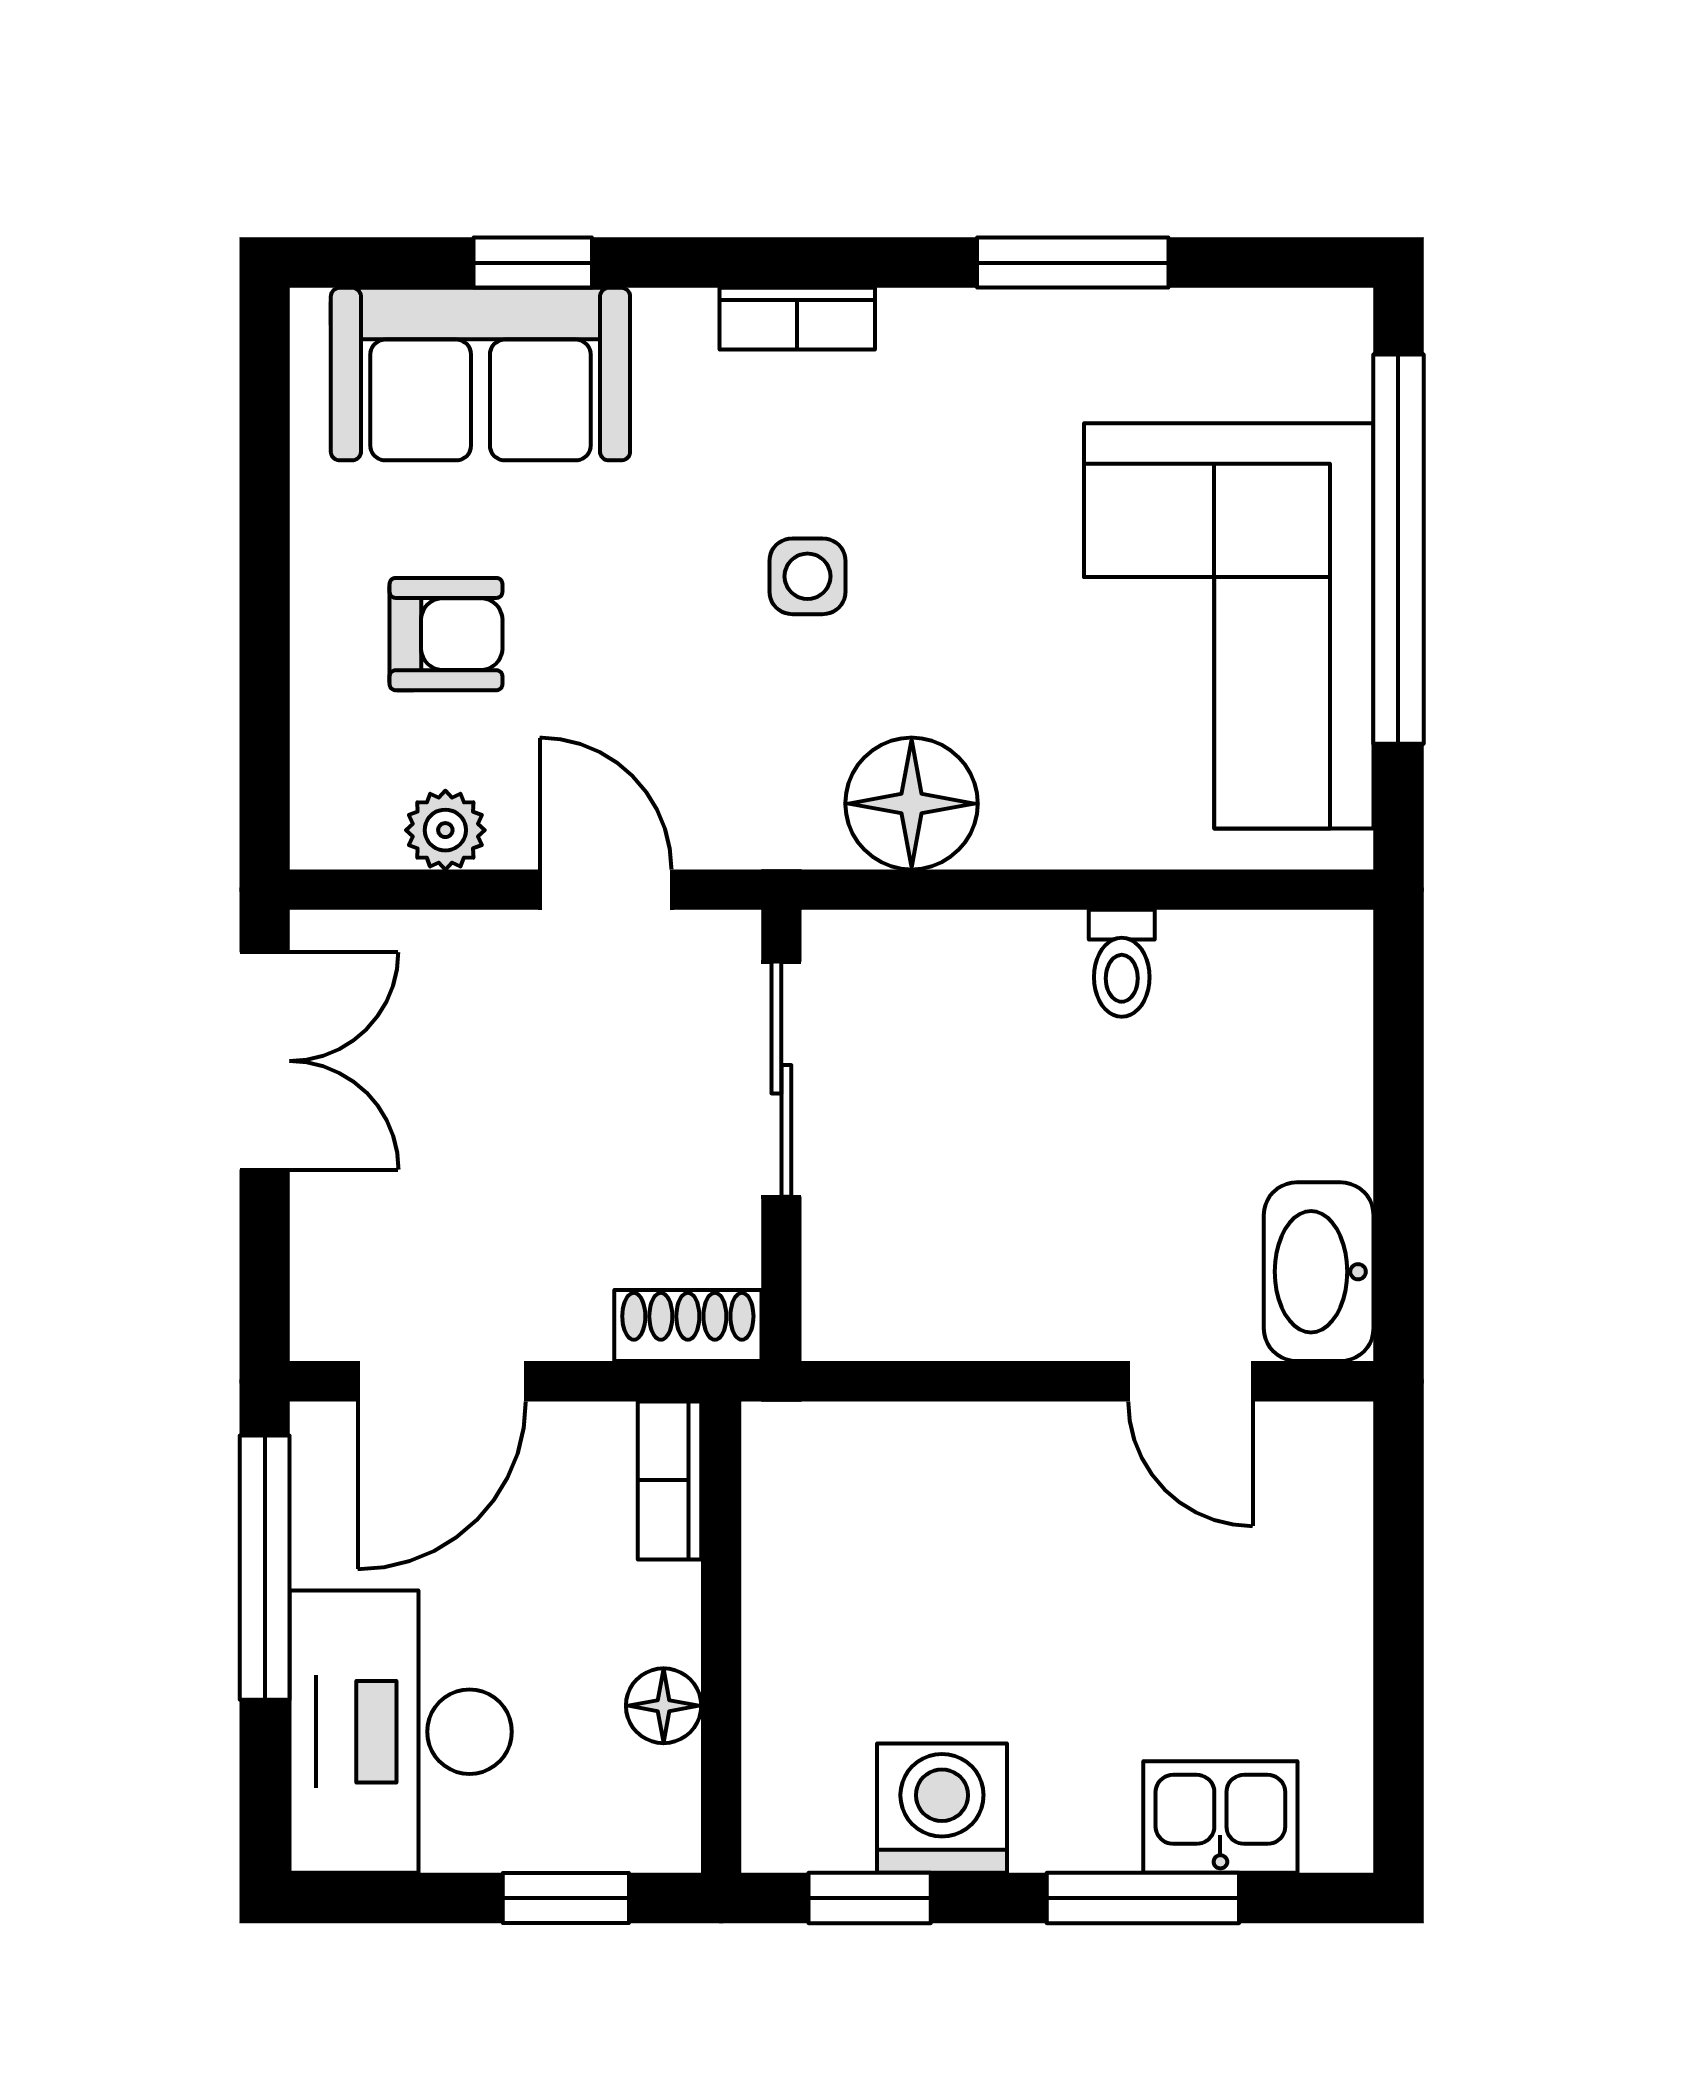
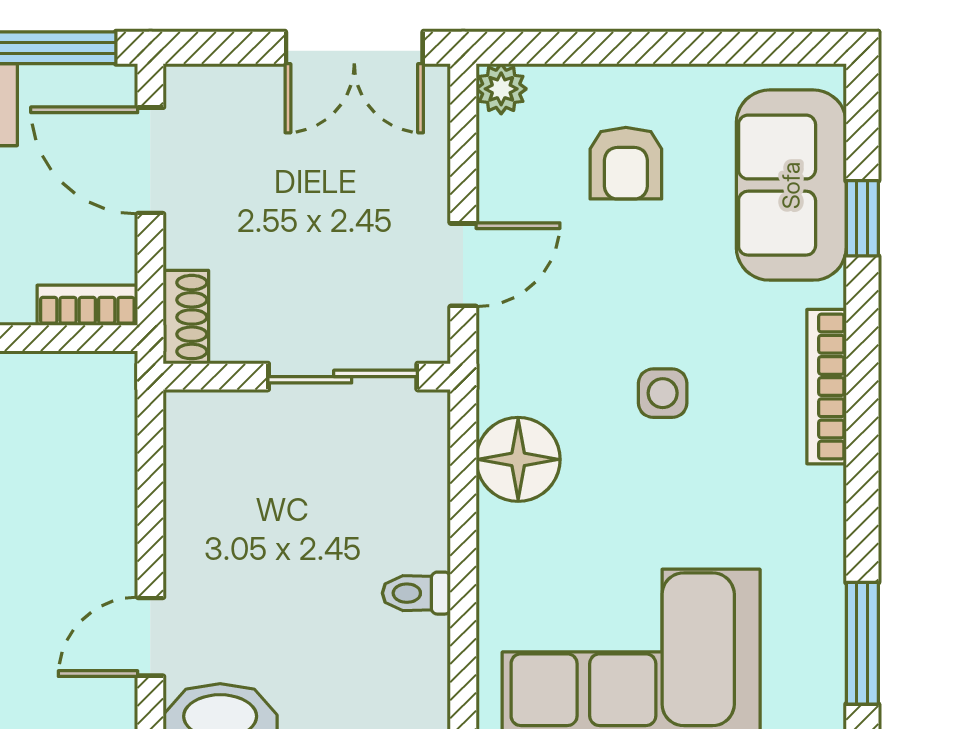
window: (1073, 263) -> (862, 643), moved
bookcase: (797, 319) -> (827, 387), width x1.56
plant: (445, 830) -> (501, 89), moved

